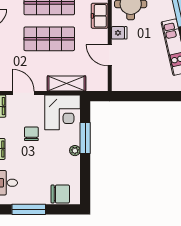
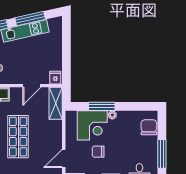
fridge: (119, 33) -> (55, 78), moved
shelving: (67, 83) -> (56, 103), moved
corner desk: (63, 112) -> (92, 125), moved, turned 90

